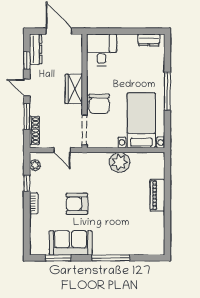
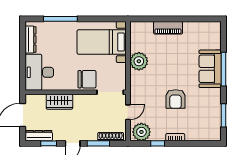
dresser: (149, 40) -> (30, 40), width x1.44
desk: (102, 50) -> (39, 72), width x1.37
wardrobe: (74, 89) -> (59, 102), moved
window: (167, 91) -> (60, 19), moved
plant: (35, 165) -> (141, 132), width x1.87, depth x1.87
sofa: (71, 243) -> (210, 69), moved

